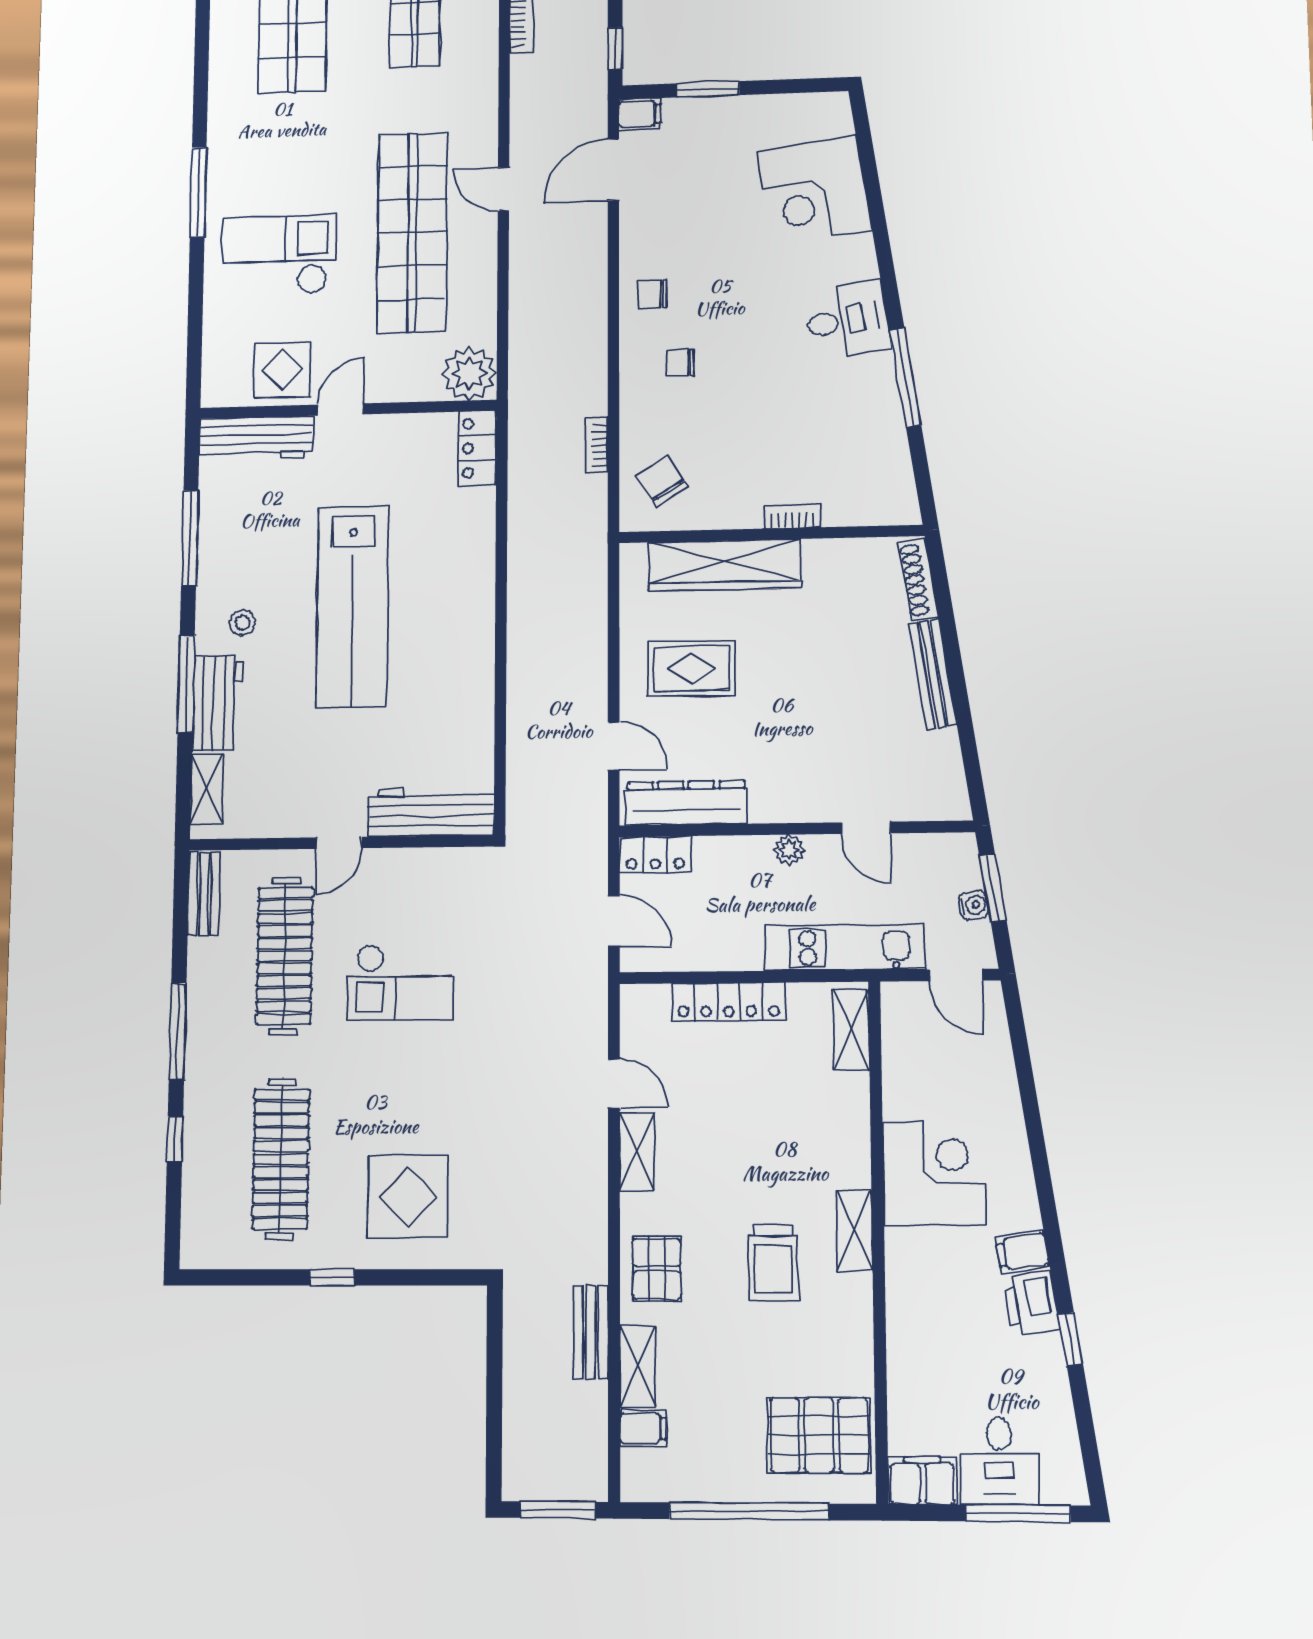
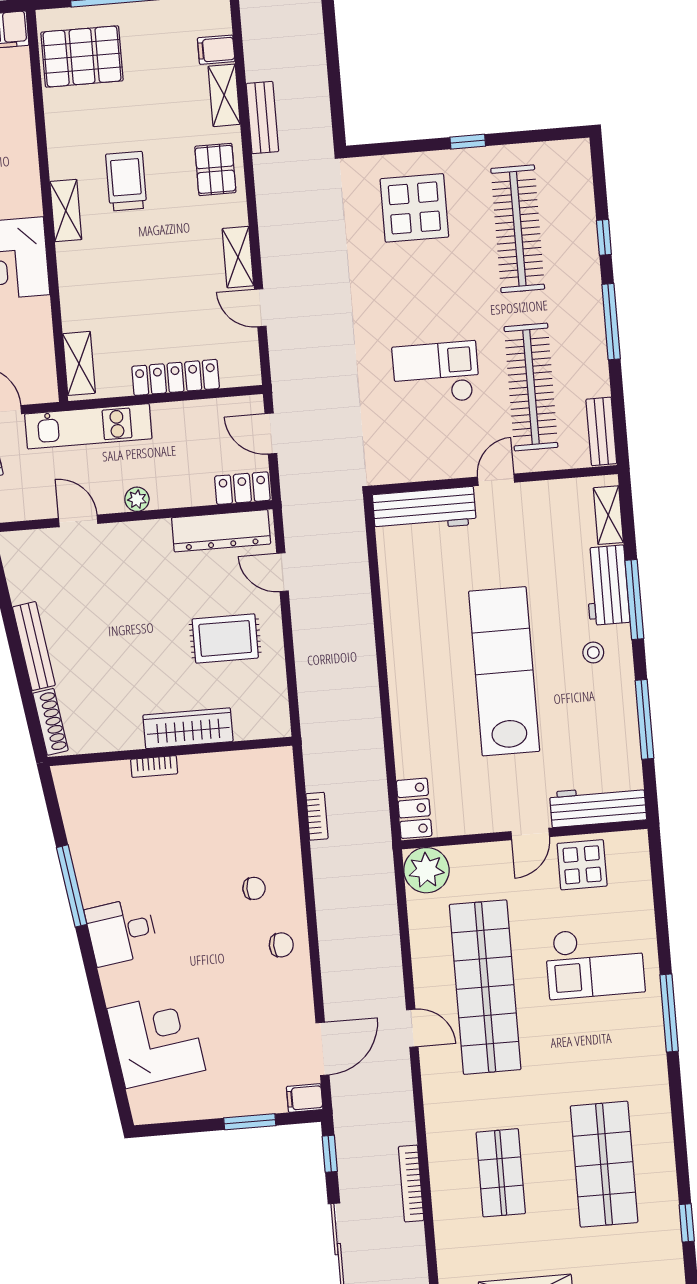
chair: (662, 481) -> (261, 790), removed
wardrobe: (725, 565) -> (188, 728), width x0.71, depth x0.85

